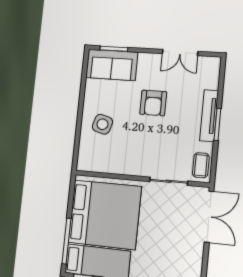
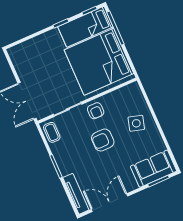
double door: (180, 53) -> (109, 203), width x1.37
armchair: (153, 103) -> (103, 140), moved, turned -90
tv unit: (209, 116) -> (76, 194), moved
armchair: (139, 162) -> (96, 111), added

